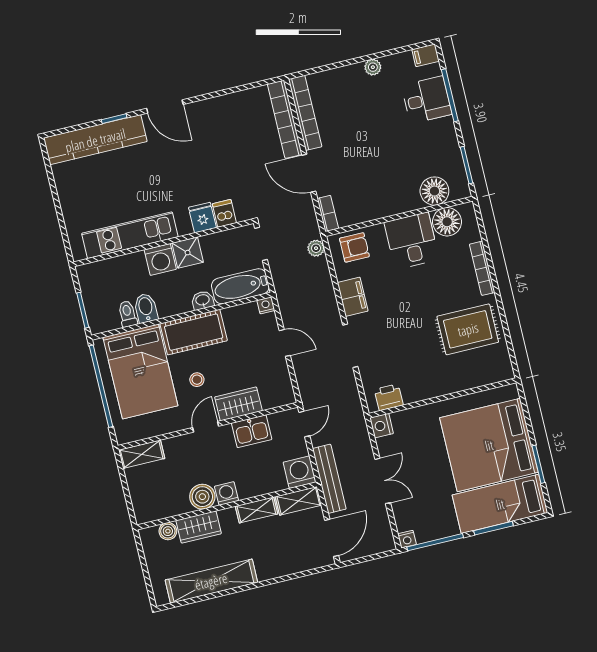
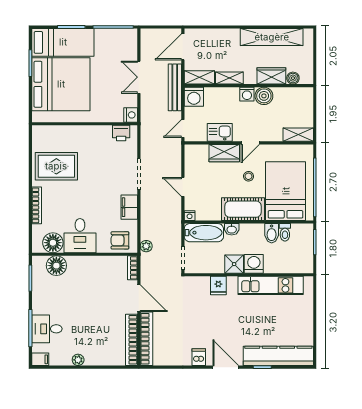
dishwasher: (224, 213) -> (199, 357), moved, turned 180
nightstand: (407, 539) -> (132, 34), removed

